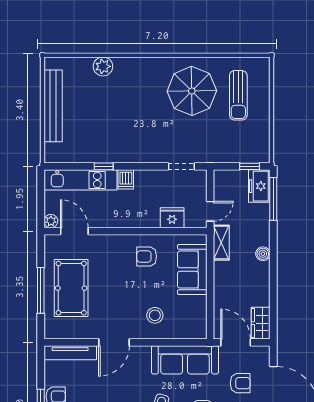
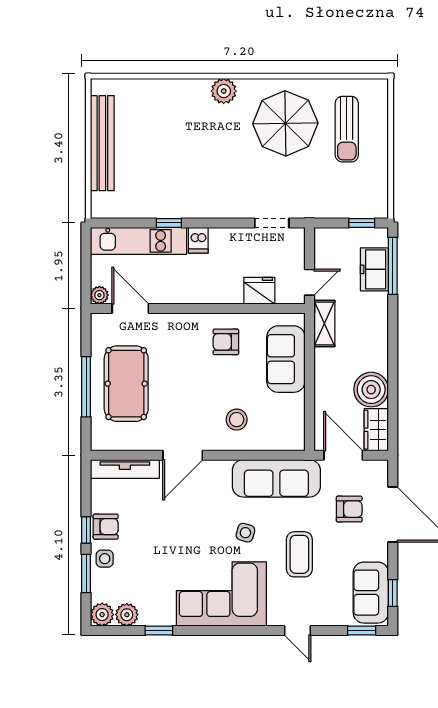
plant: (103, 66) -> (224, 91), moved
freezer: (259, 186) -> (374, 269), moved
boiler: (263, 254) -> (371, 390), moved, width x1.86, depth x1.86

